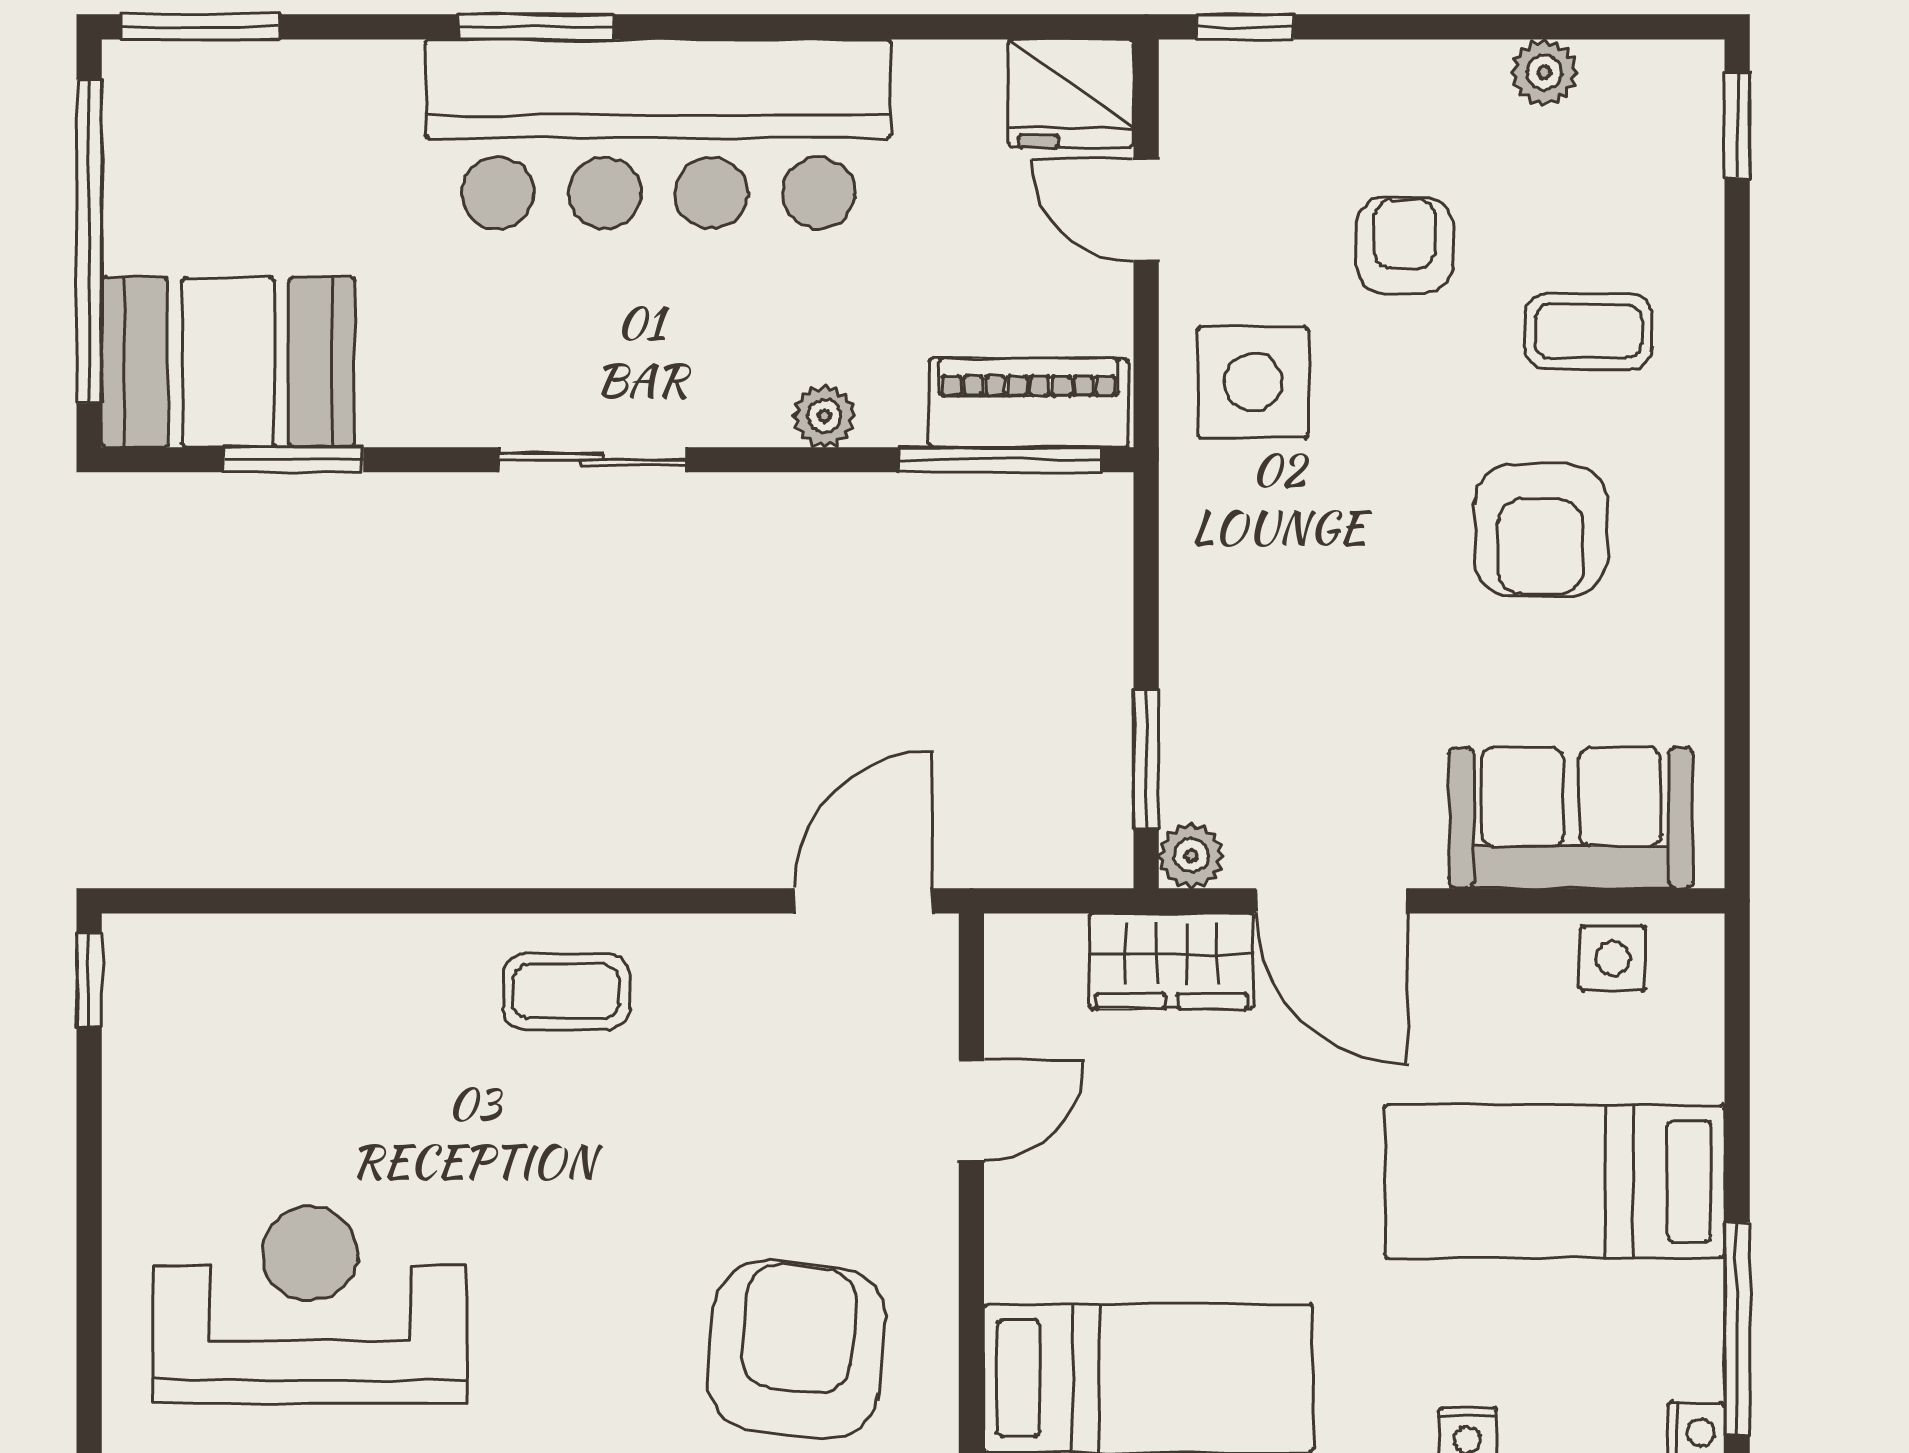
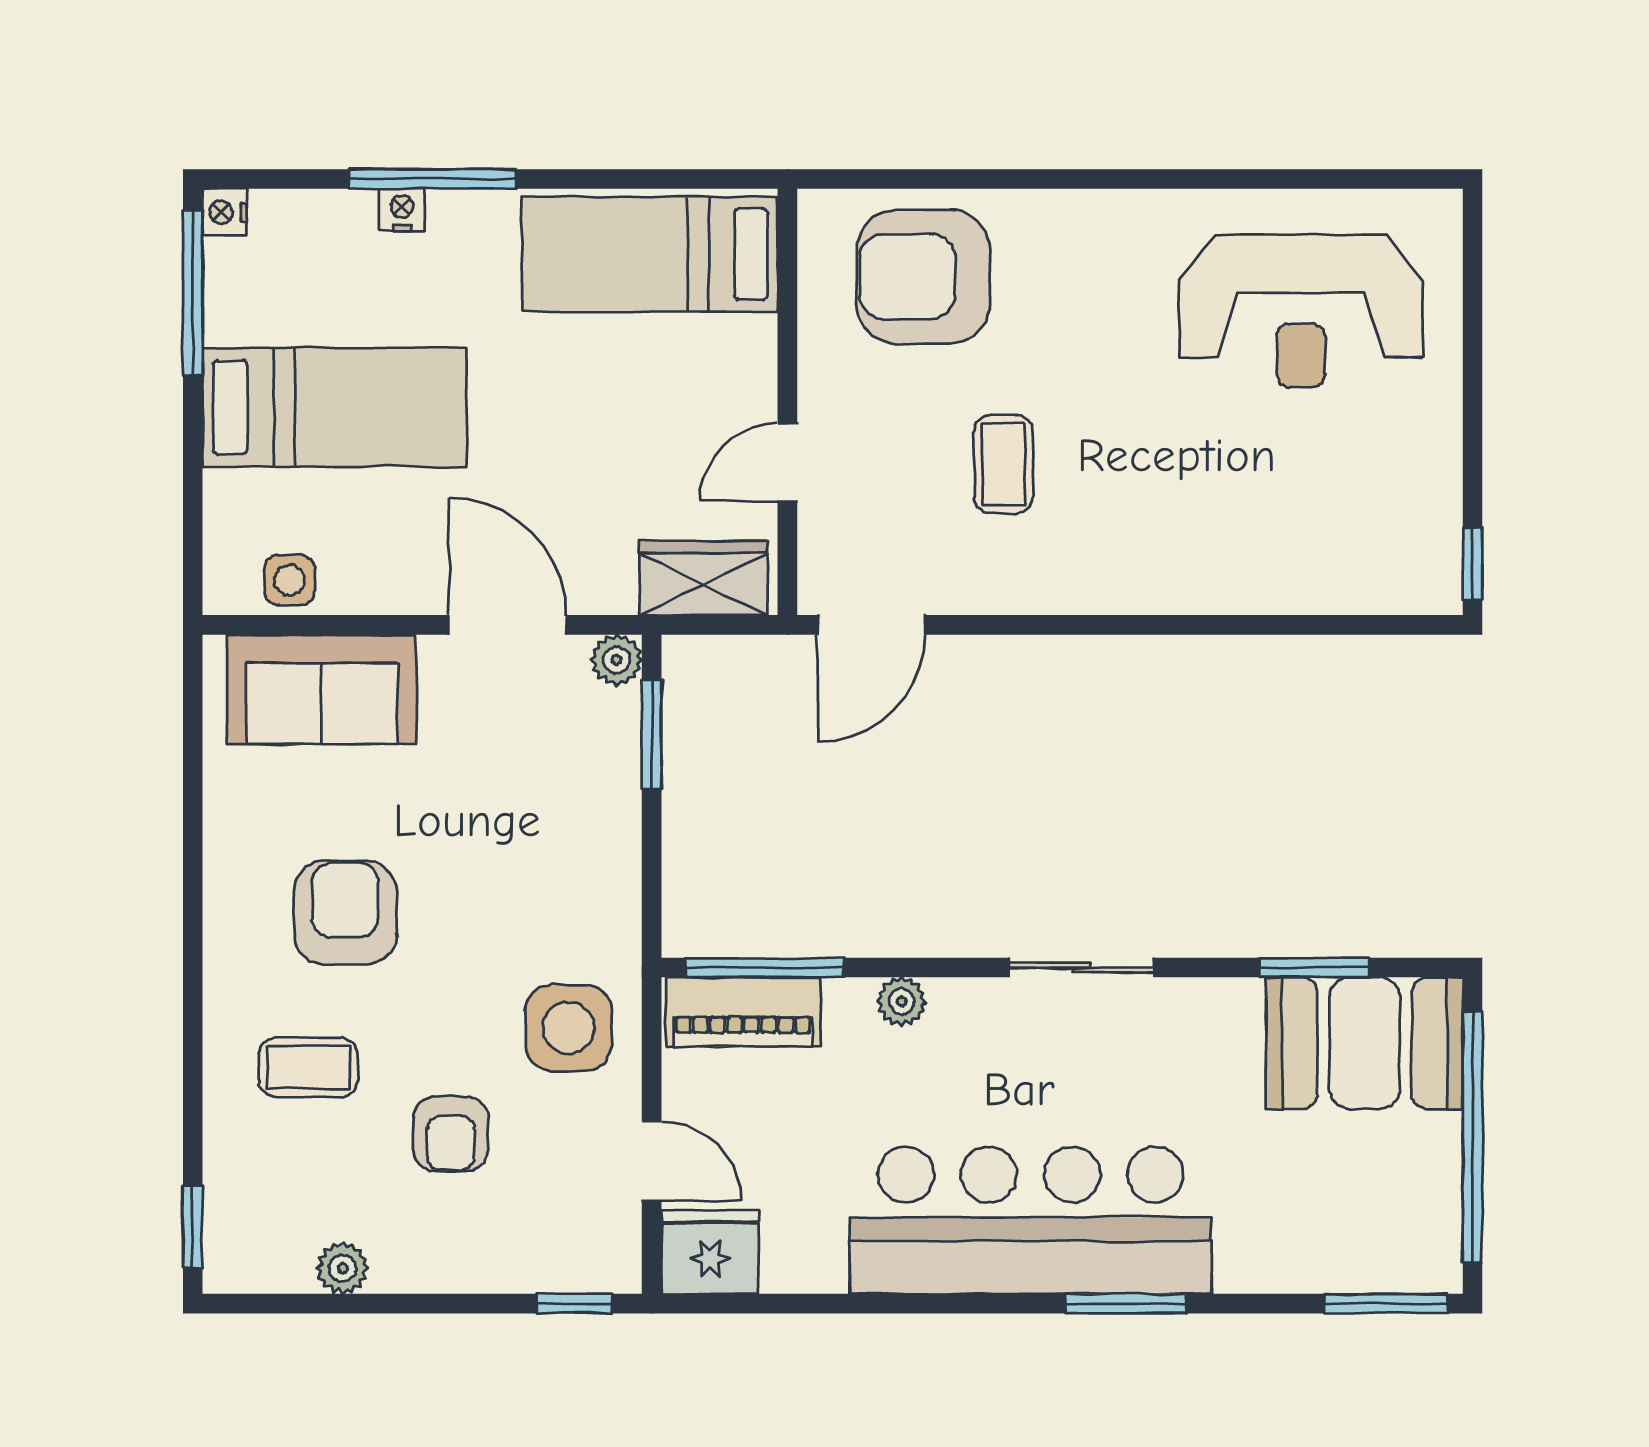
wardrobe: (1171, 961) -> (703, 578), moved
coffee table: (566, 991) -> (1003, 464), moved, turned 90
armchair: (796, 1349) -> (923, 277), turned 84

